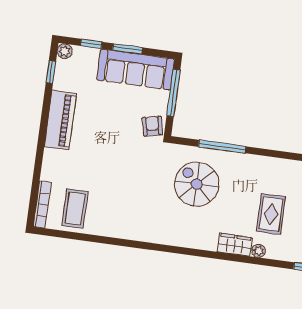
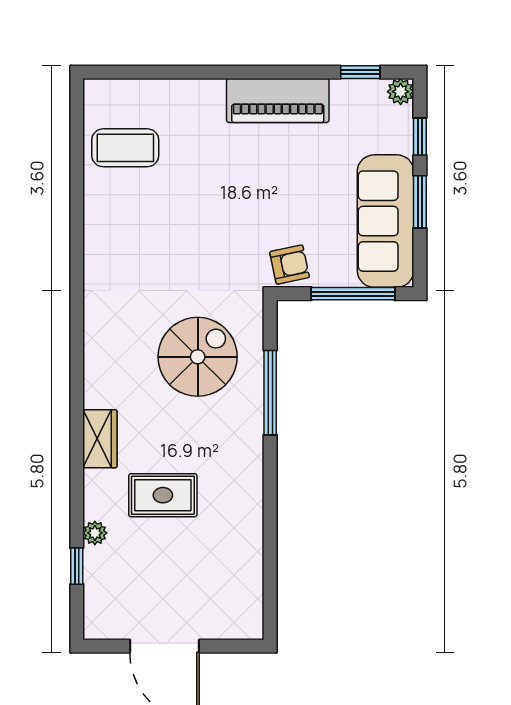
bookcase: (42, 205) -> (124, 89), removed
plant: (259, 251) -> (95, 533), moved

